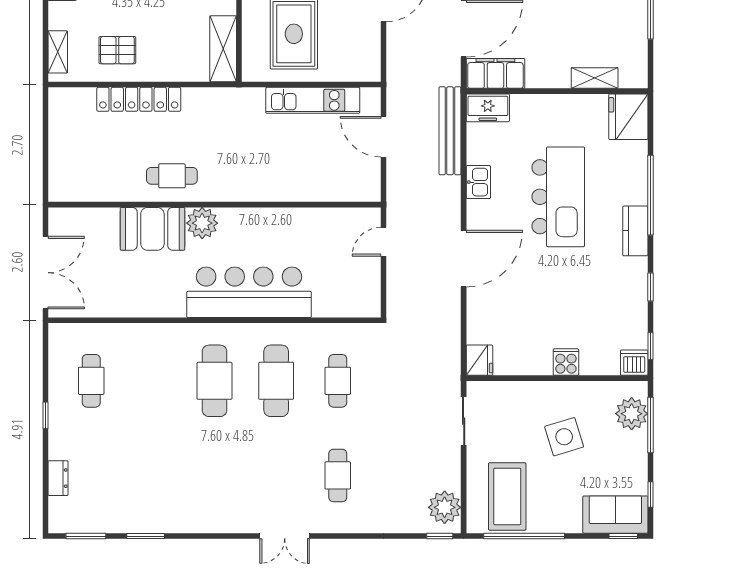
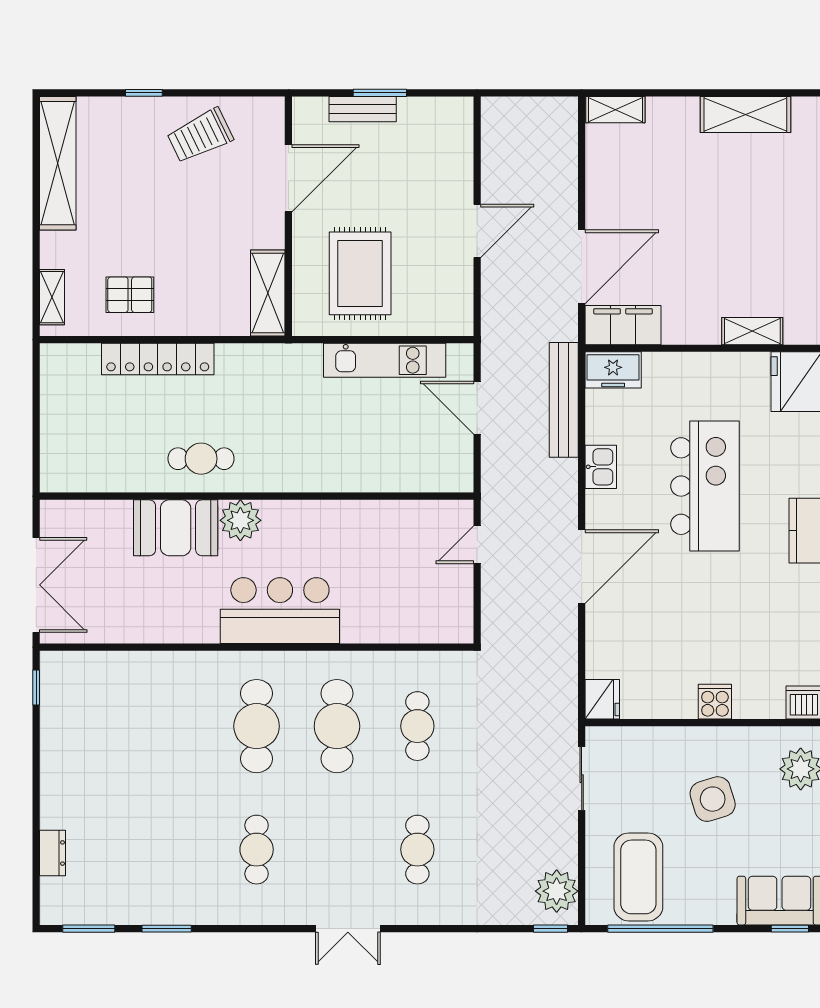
bar counter: (249, 292) -> (280, 611), width x0.73
cafe table: (91, 381) -> (257, 850), moved
window: (45, 415) -> (36, 687), moved

